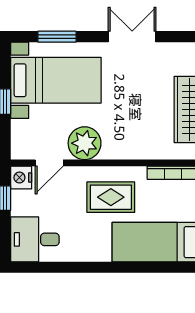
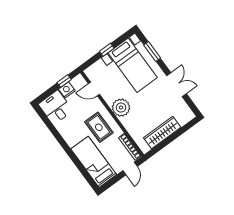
plant: (85, 143) -> (121, 108), moved
nightstand: (21, 178) -> (67, 90), moved

